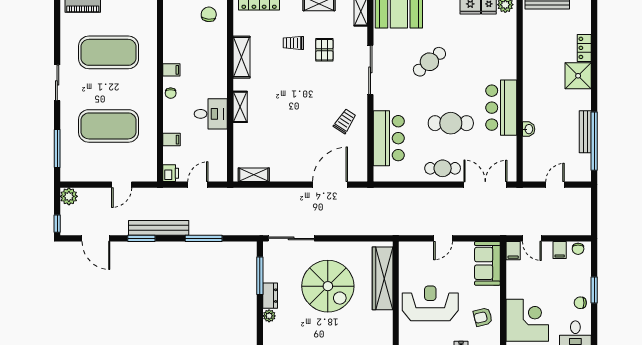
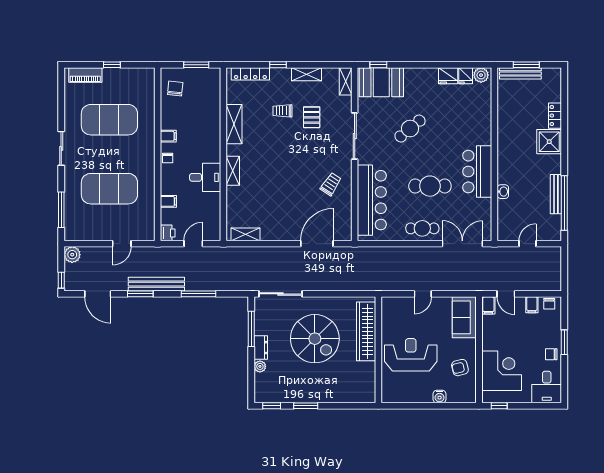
chair: (209, 14) -> (175, 89), moved
bar counter: (389, 138) -> (372, 200), width x1.36

